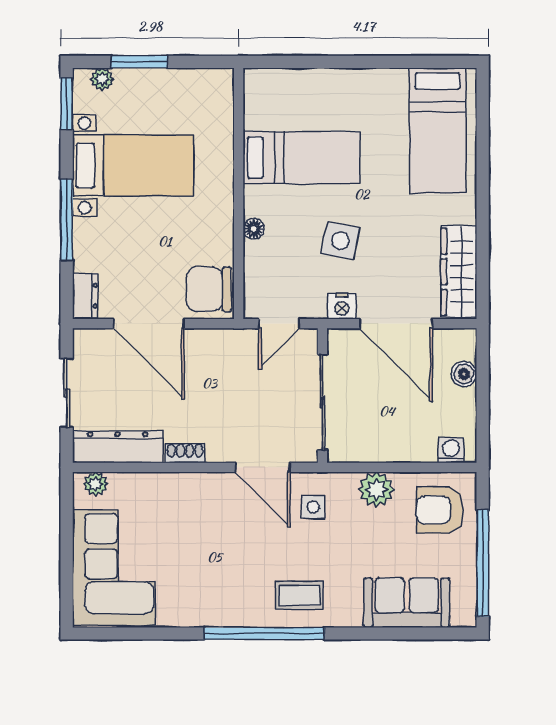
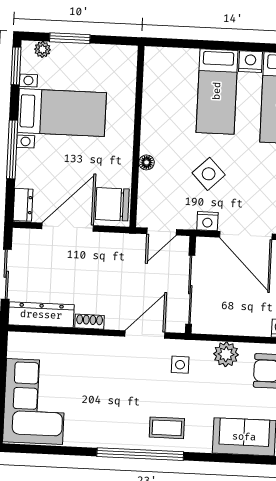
nightstand: (391, 82) -> (250, 62), added
bed: (301, 157) -> (217, 91), moved, turned 90
side table: (340, 241) -> (209, 174), turned 35
door: (149, 324) -> (68, 227), swing flipped
door: (263, 467) -> (145, 334), swing flipped
plant: (96, 484) -> (24, 341), removed

